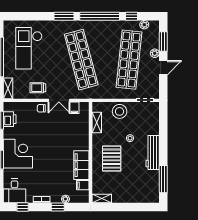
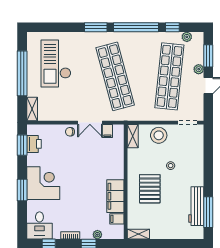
trolley: (38, 88) -> (66, 108), removed
shelving: (97, 122) -> (133, 136), moved
workbench: (153, 152) -> (196, 206), moved

